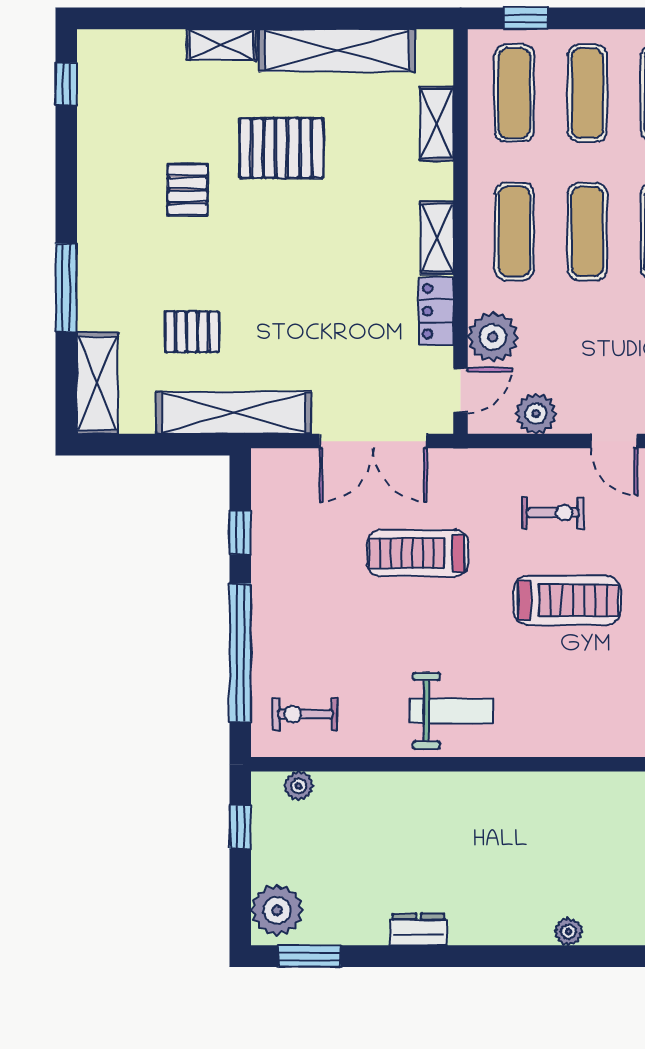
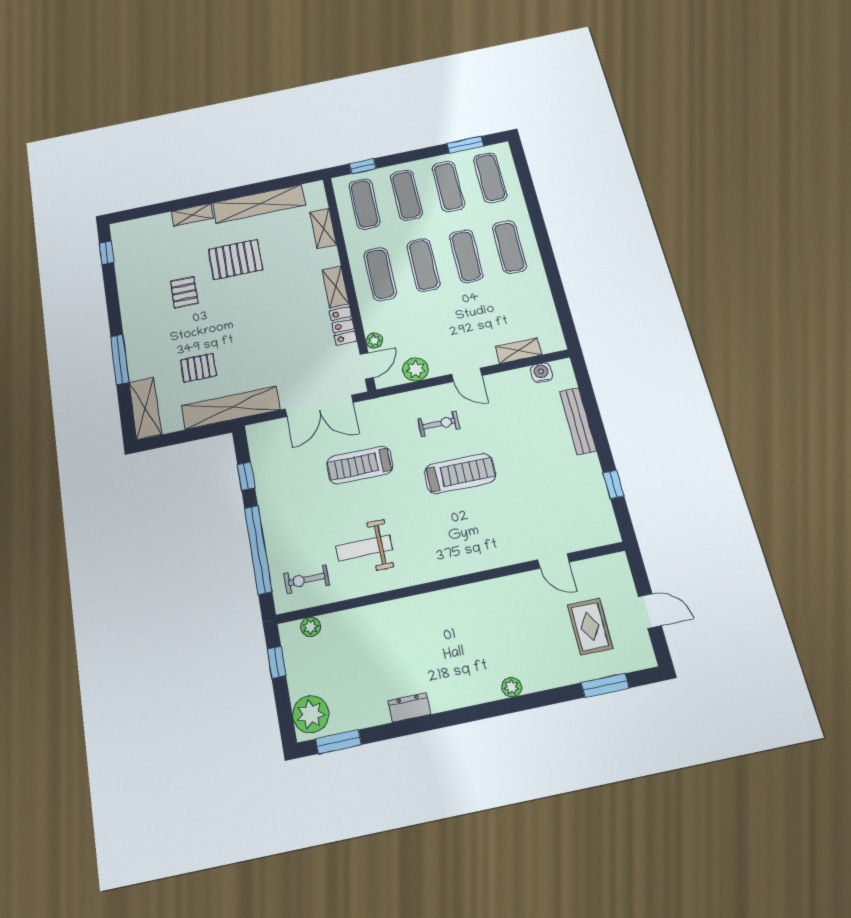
plant: (493, 337) -> (374, 341), width x0.53, depth x0.53
weight bench: (451, 711) -> (364, 548), moved, turned 180

